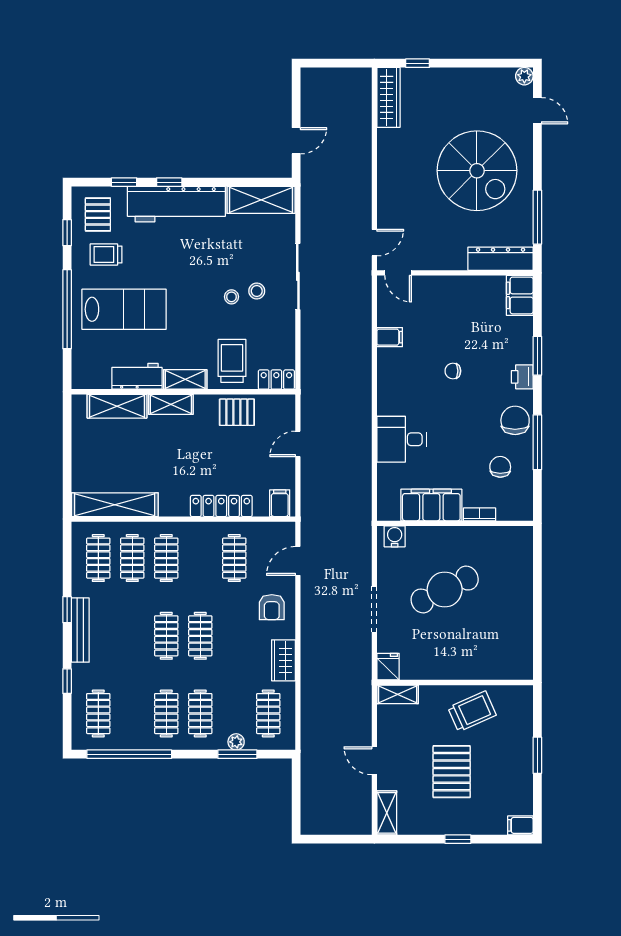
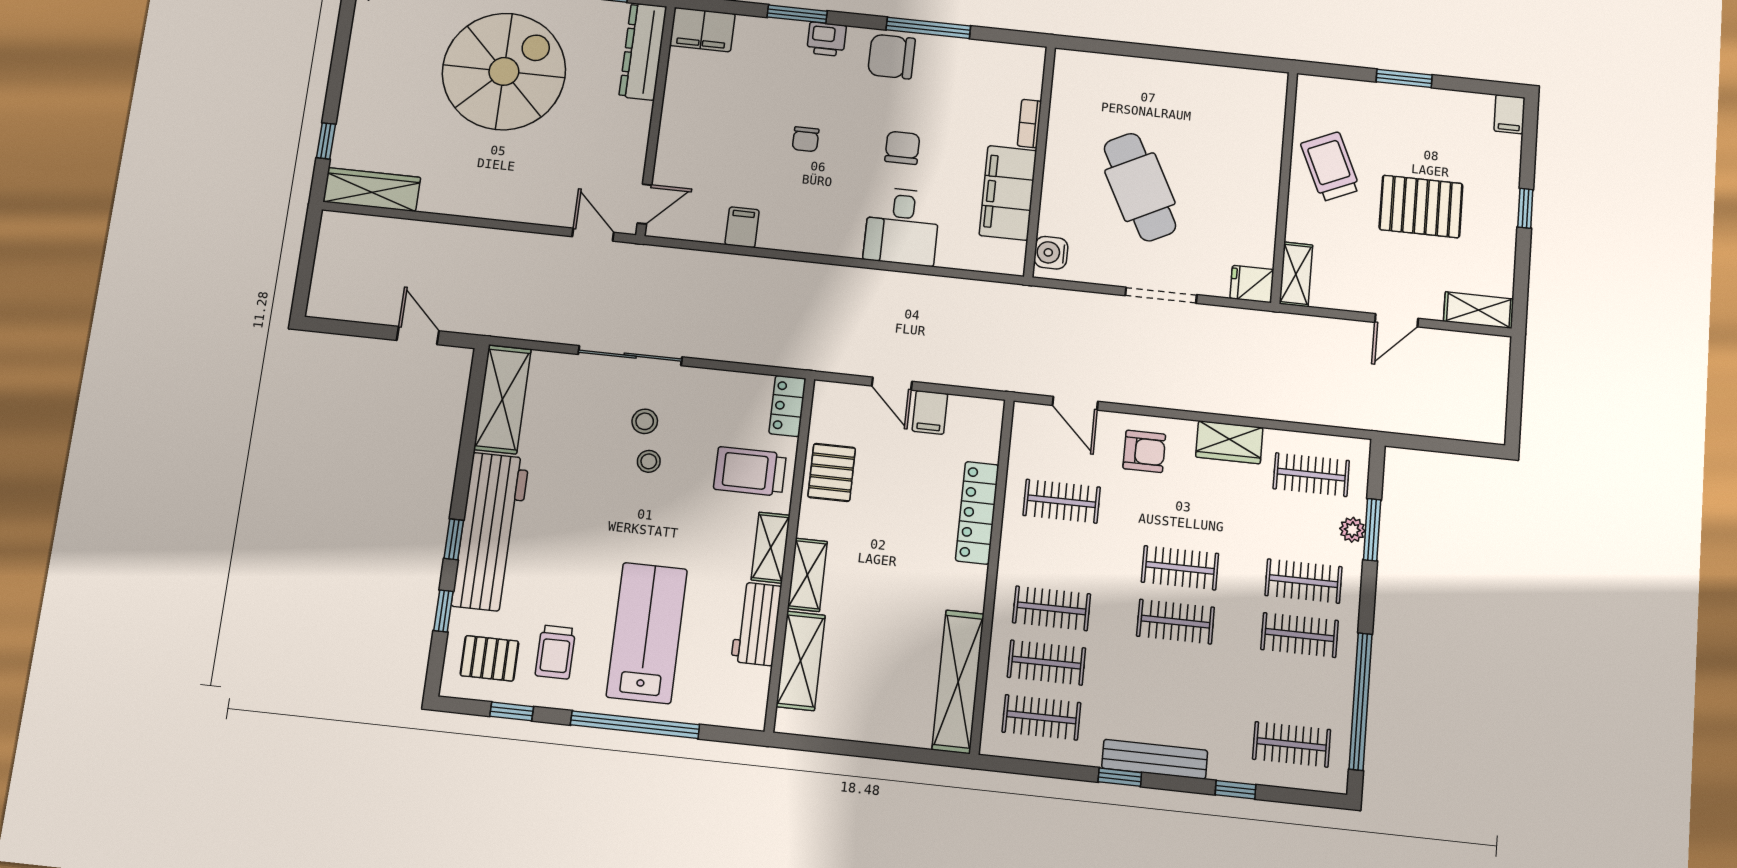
chair: (500, 467) -> (902, 148), moved, turned 89
filing cabinet: (280, 503) -> (930, 412), moved, turned -90

